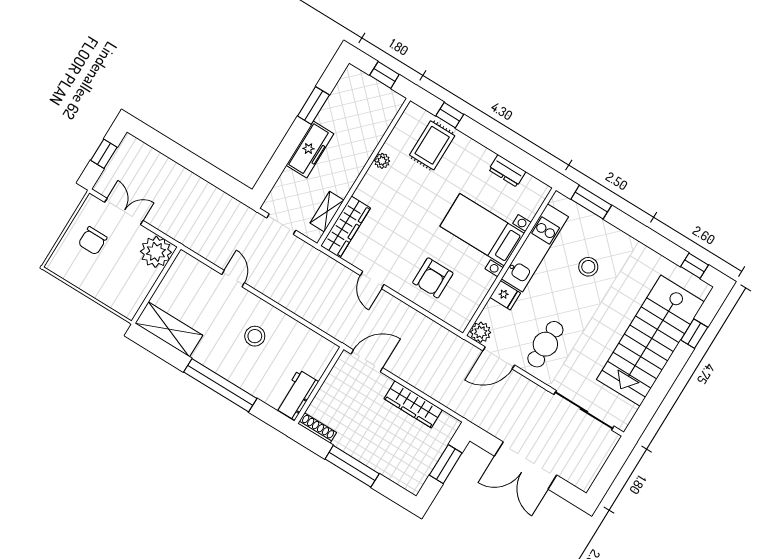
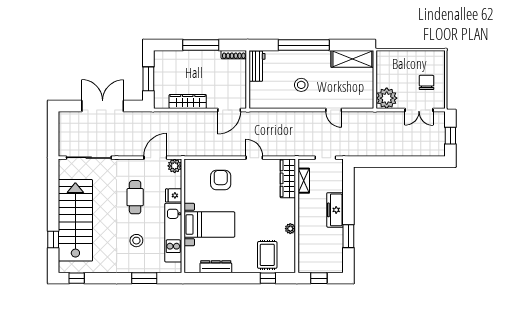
dresser: (507, 171) -> (216, 267), width x1.44
window: (591, 202) -> (144, 278), moved
cafe table: (545, 344) -> (135, 197), moved

